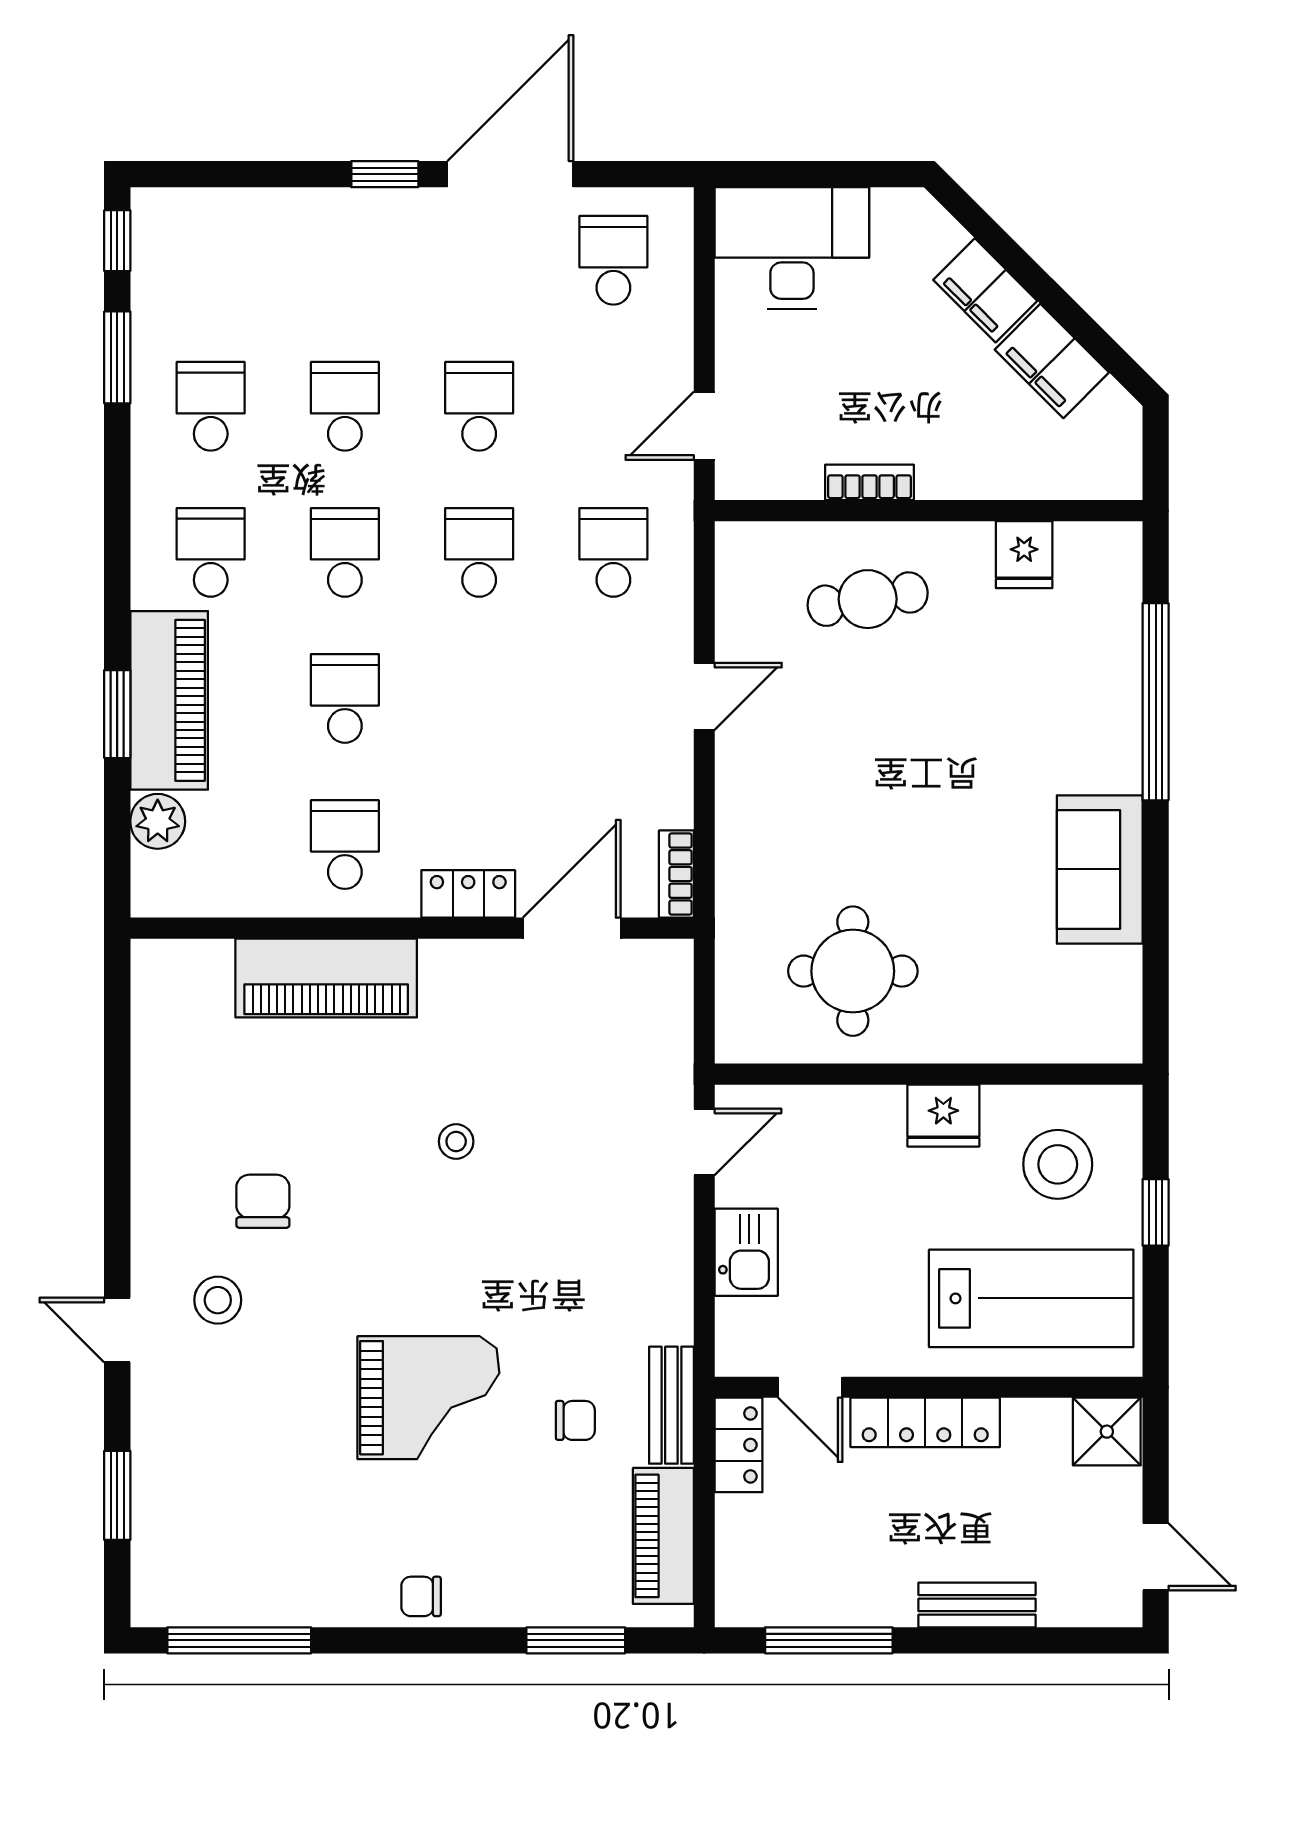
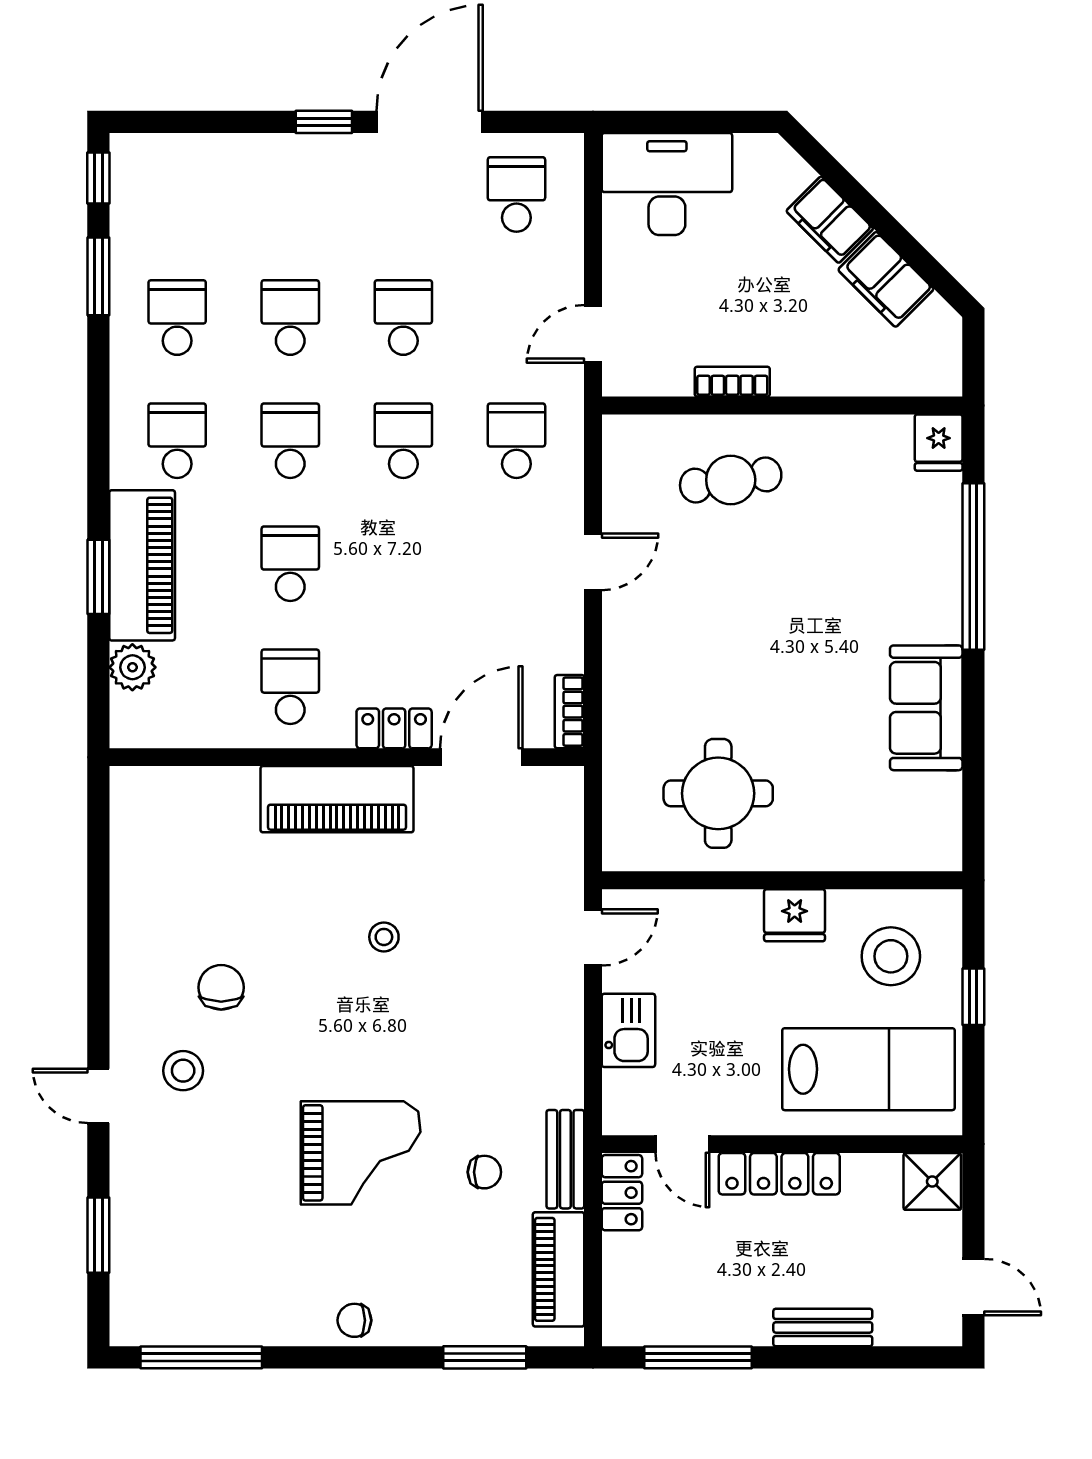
fridge: (1024, 555) -> (939, 443), moved
piano: (326, 978) -> (337, 799), moved

